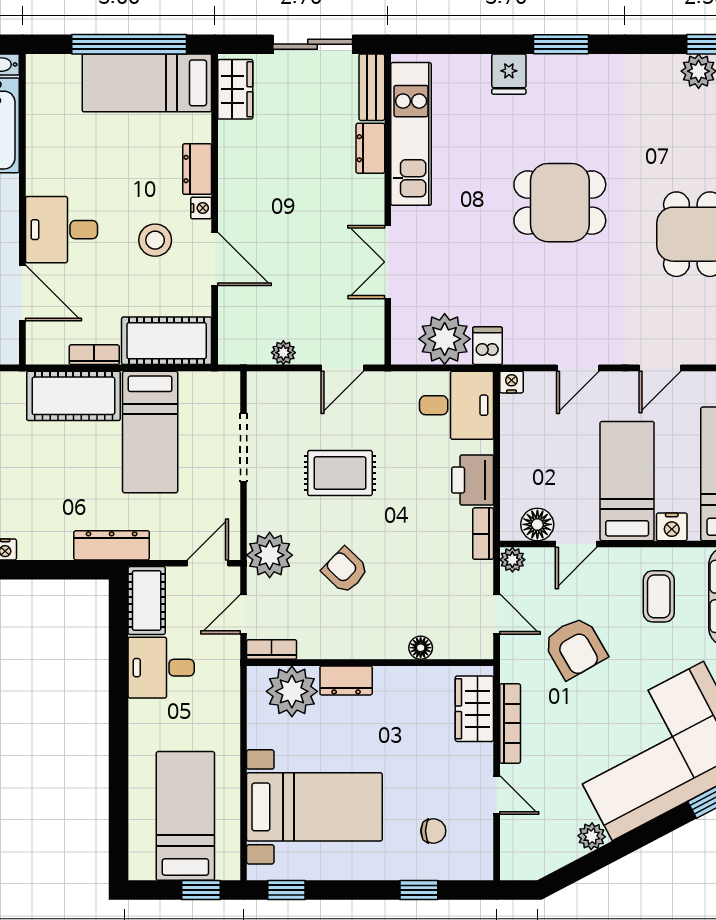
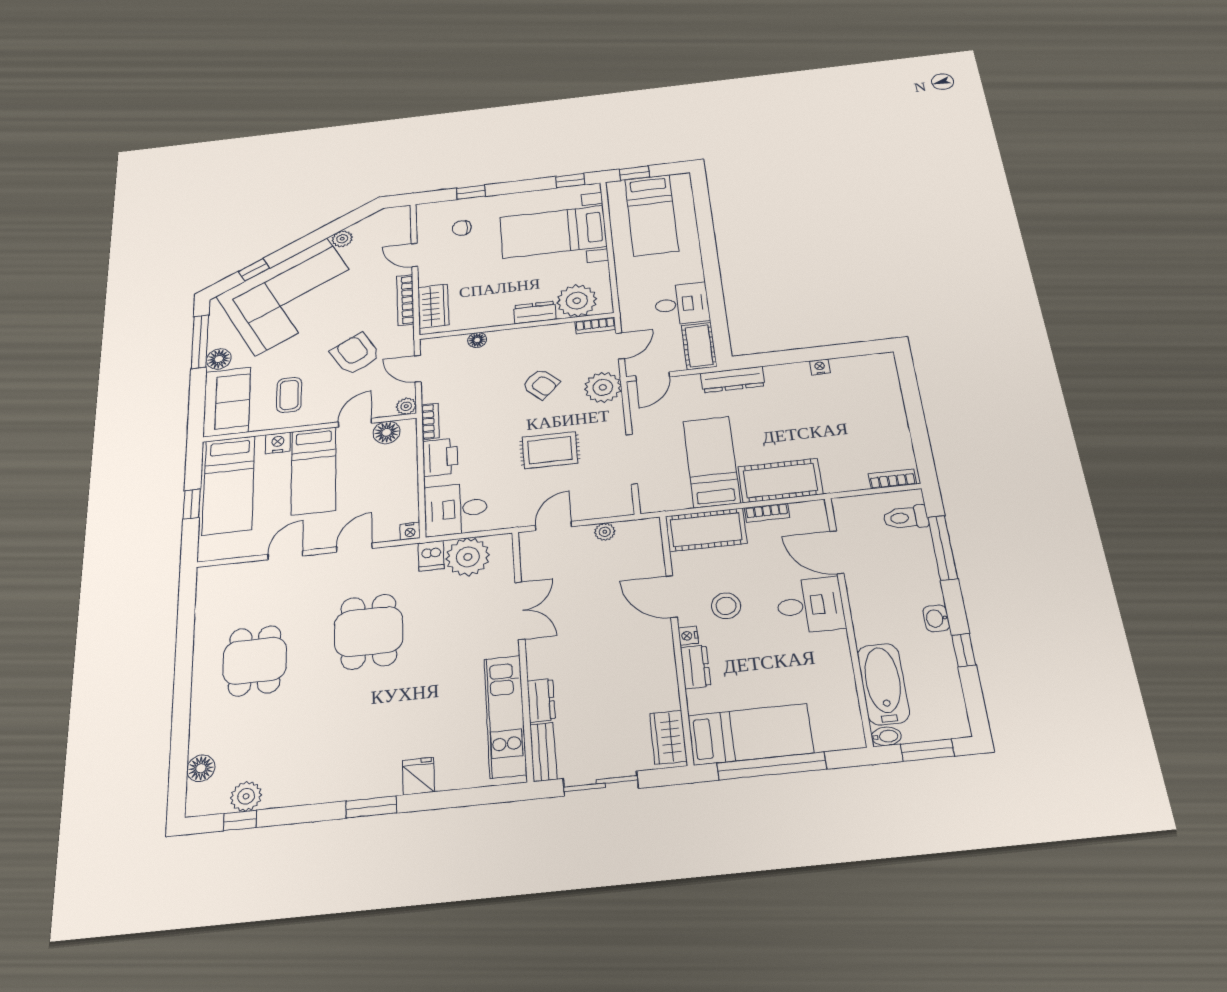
dining table: (560, 203) -> (369, 632), moved, turned 90

